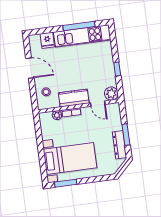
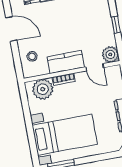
plant: (57, 115) -> (43, 89), width x1.87, depth x1.87

